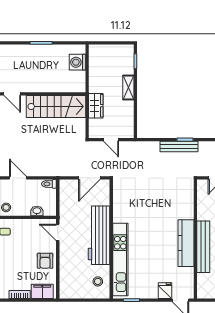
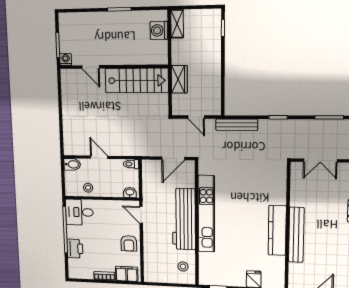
shelving: (128, 88) -> (177, 24), moved
bench: (179, 146) -> (237, 125), moved
washbasin: (37, 211) -> (130, 192), moved
kitchen unit: (120, 259) -> (206, 214), moved

